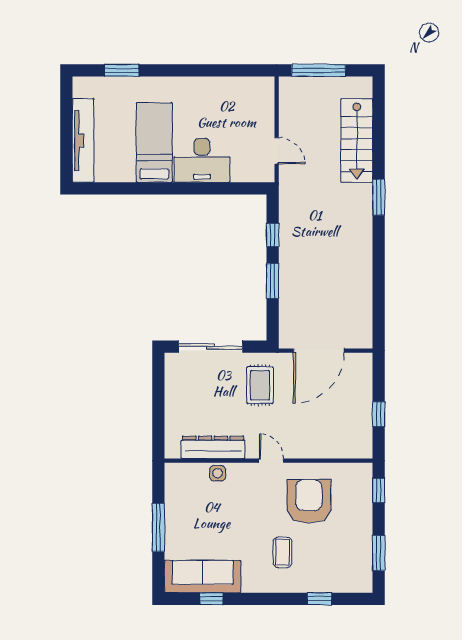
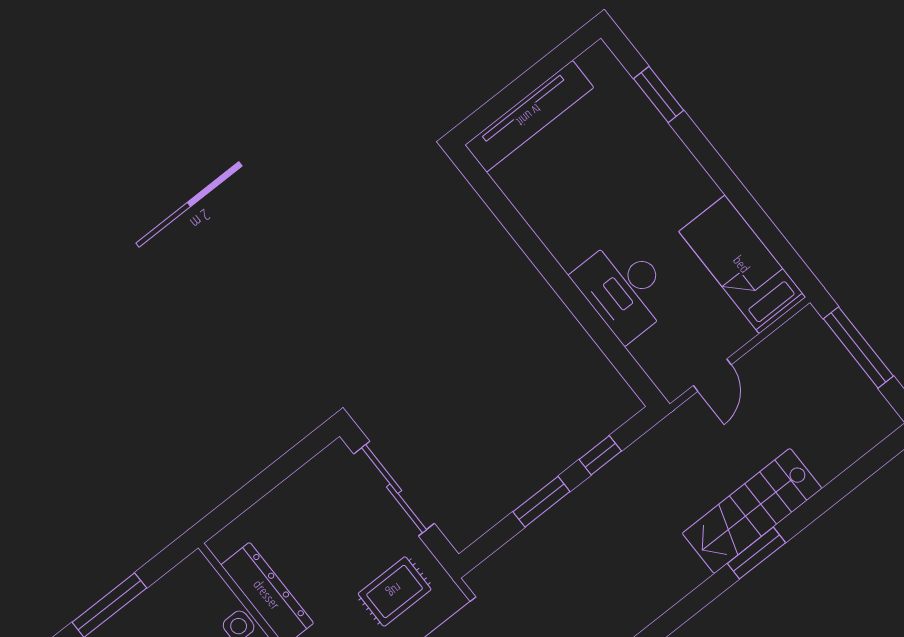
stairs: (357, 141) -> (752, 511), moved
bed: (154, 143) -> (742, 264), moved, turned -90

